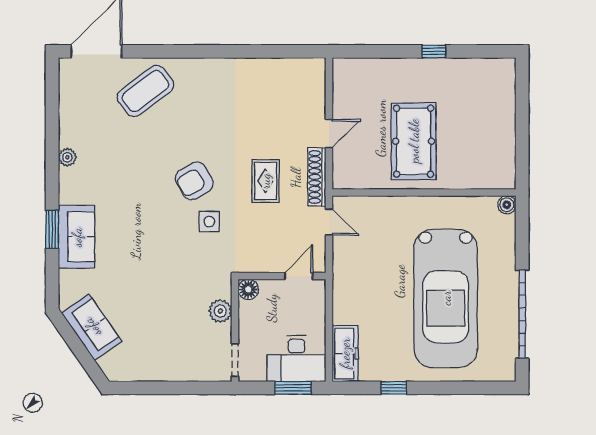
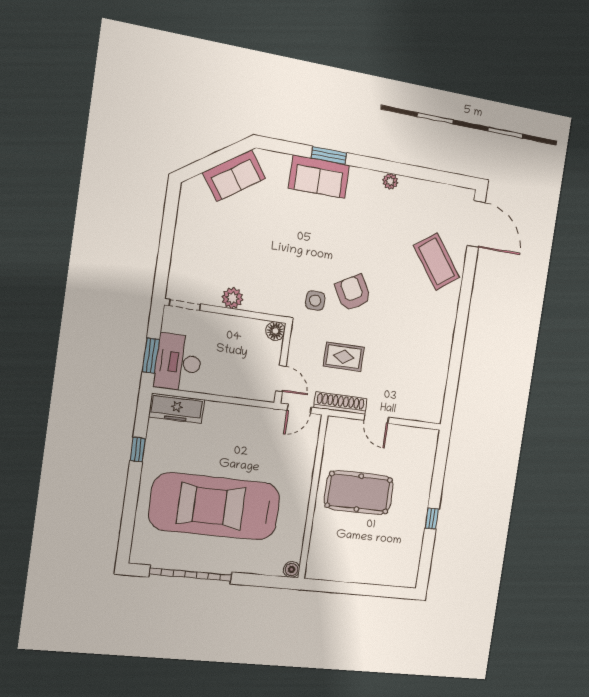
wall: (282, 276) -> (283, 363), moved
door: (299, 276) -> (281, 379), moved
floor lamp: (248, 289) -> (275, 331), moved

